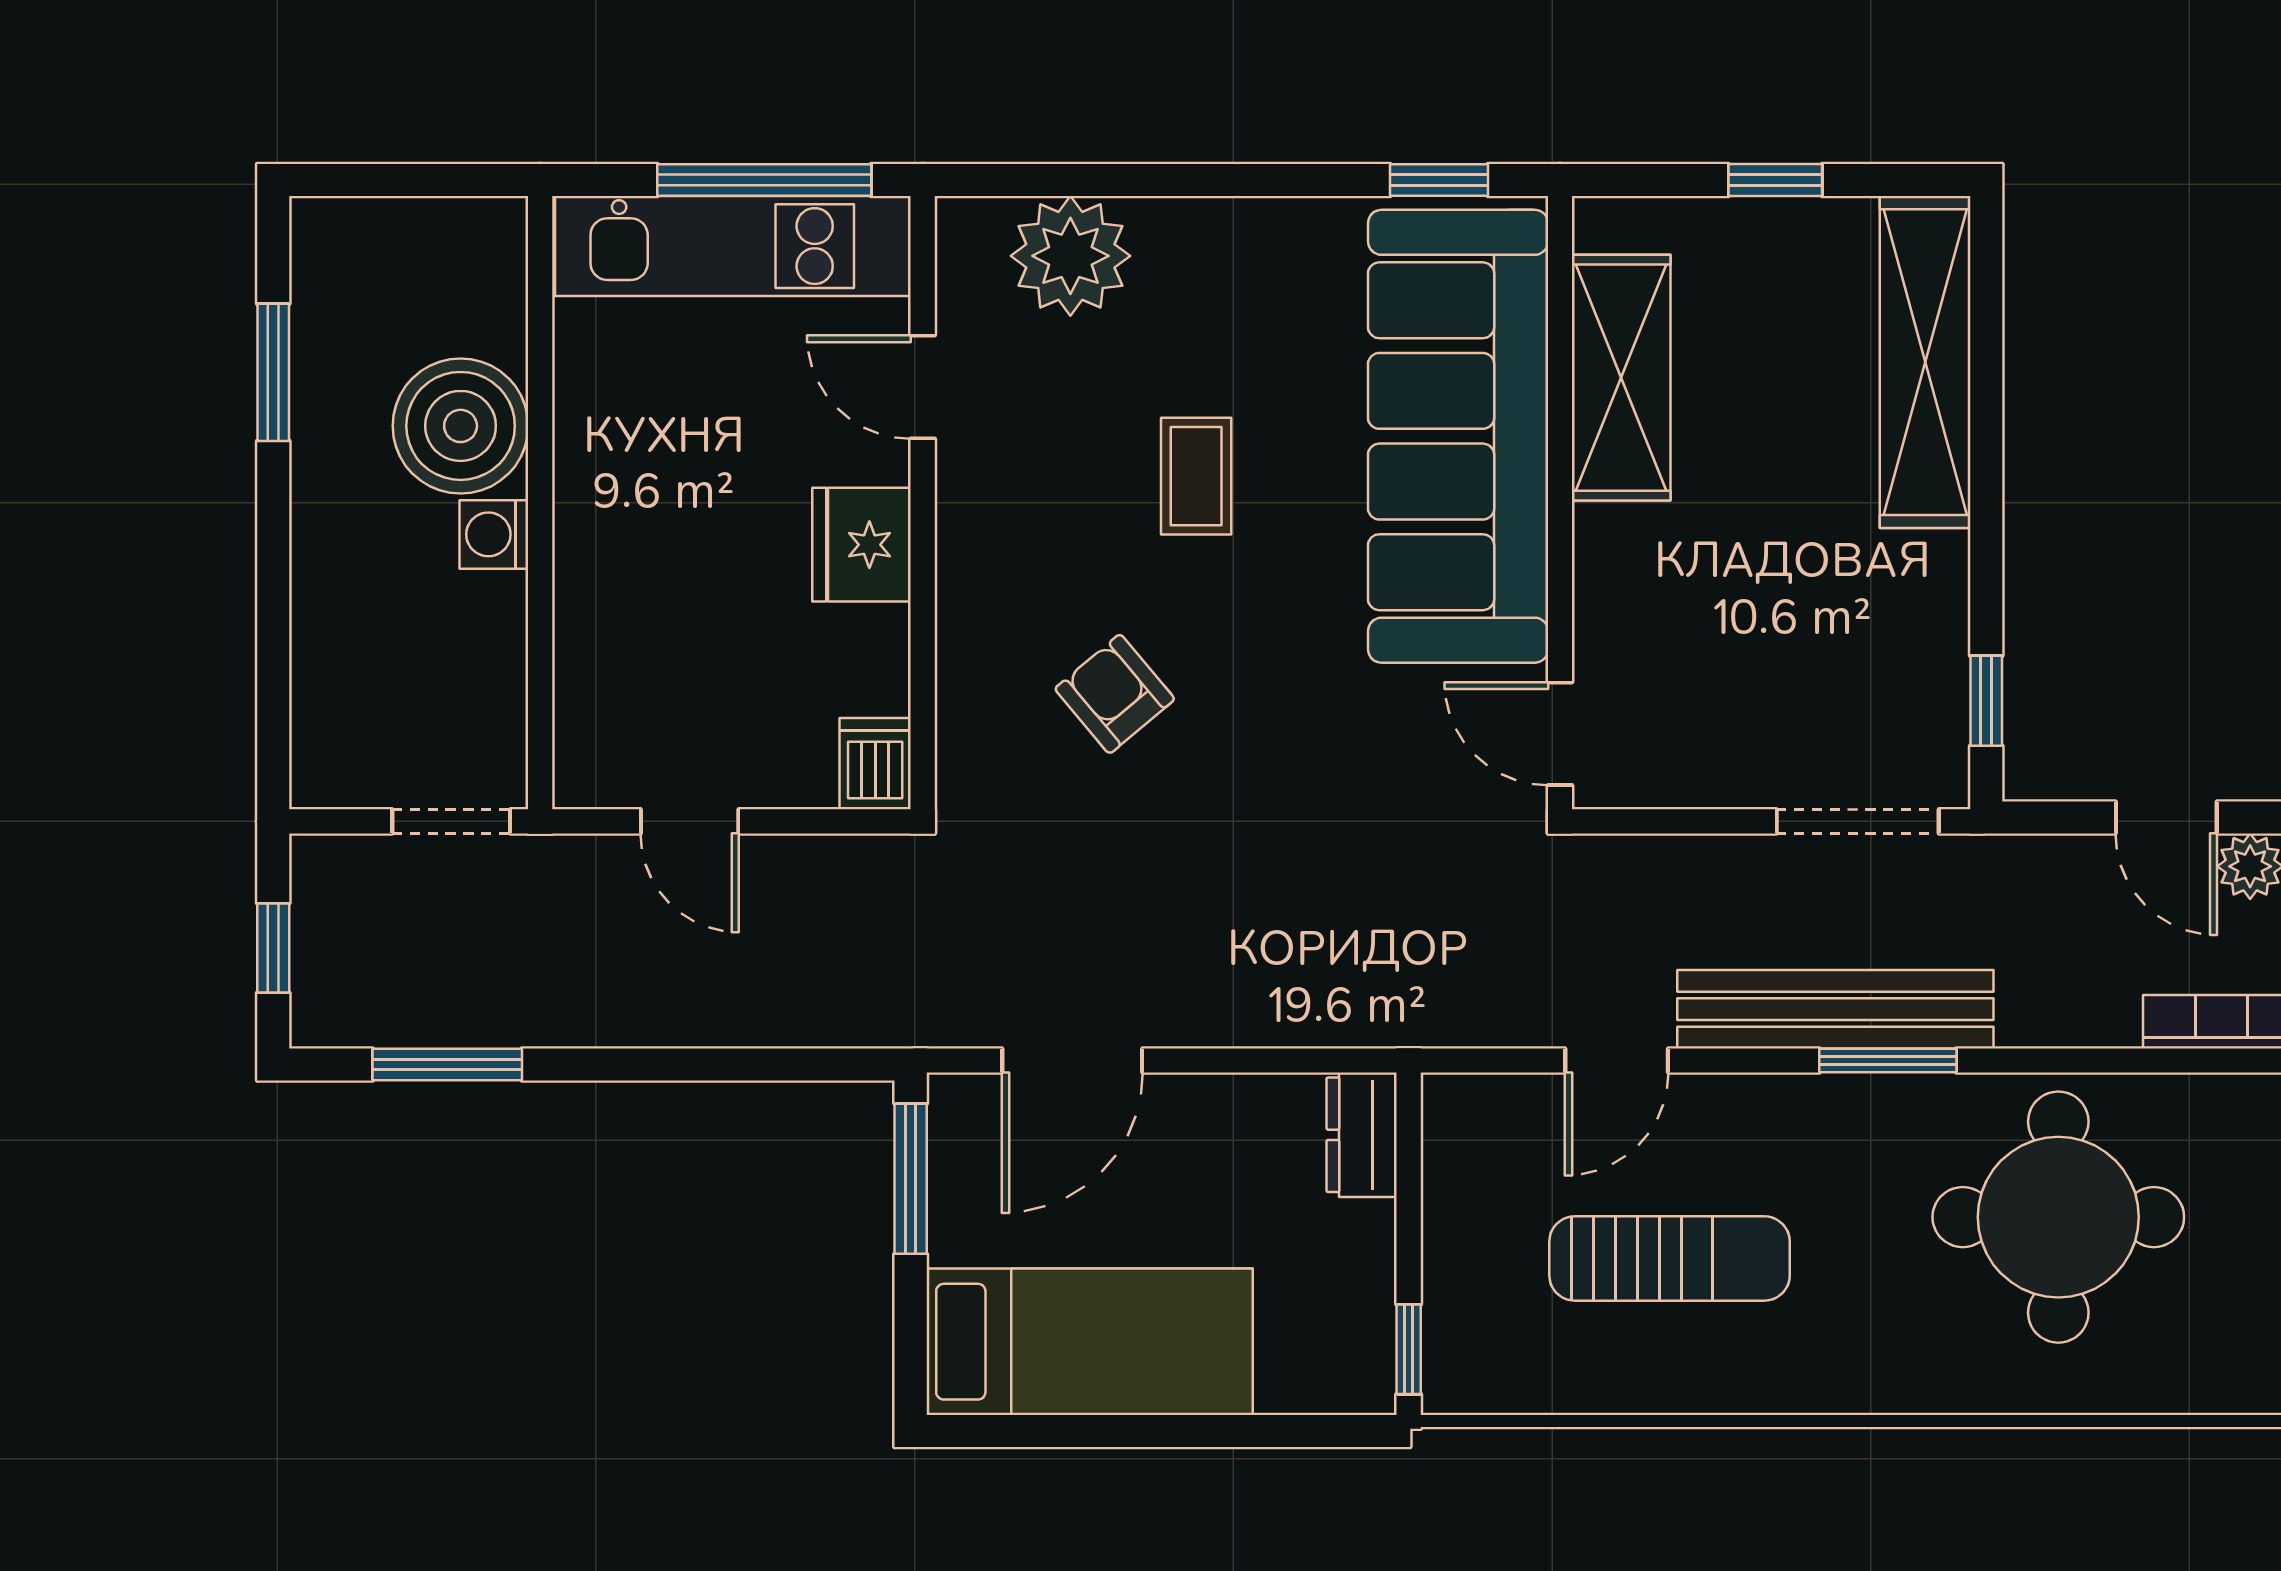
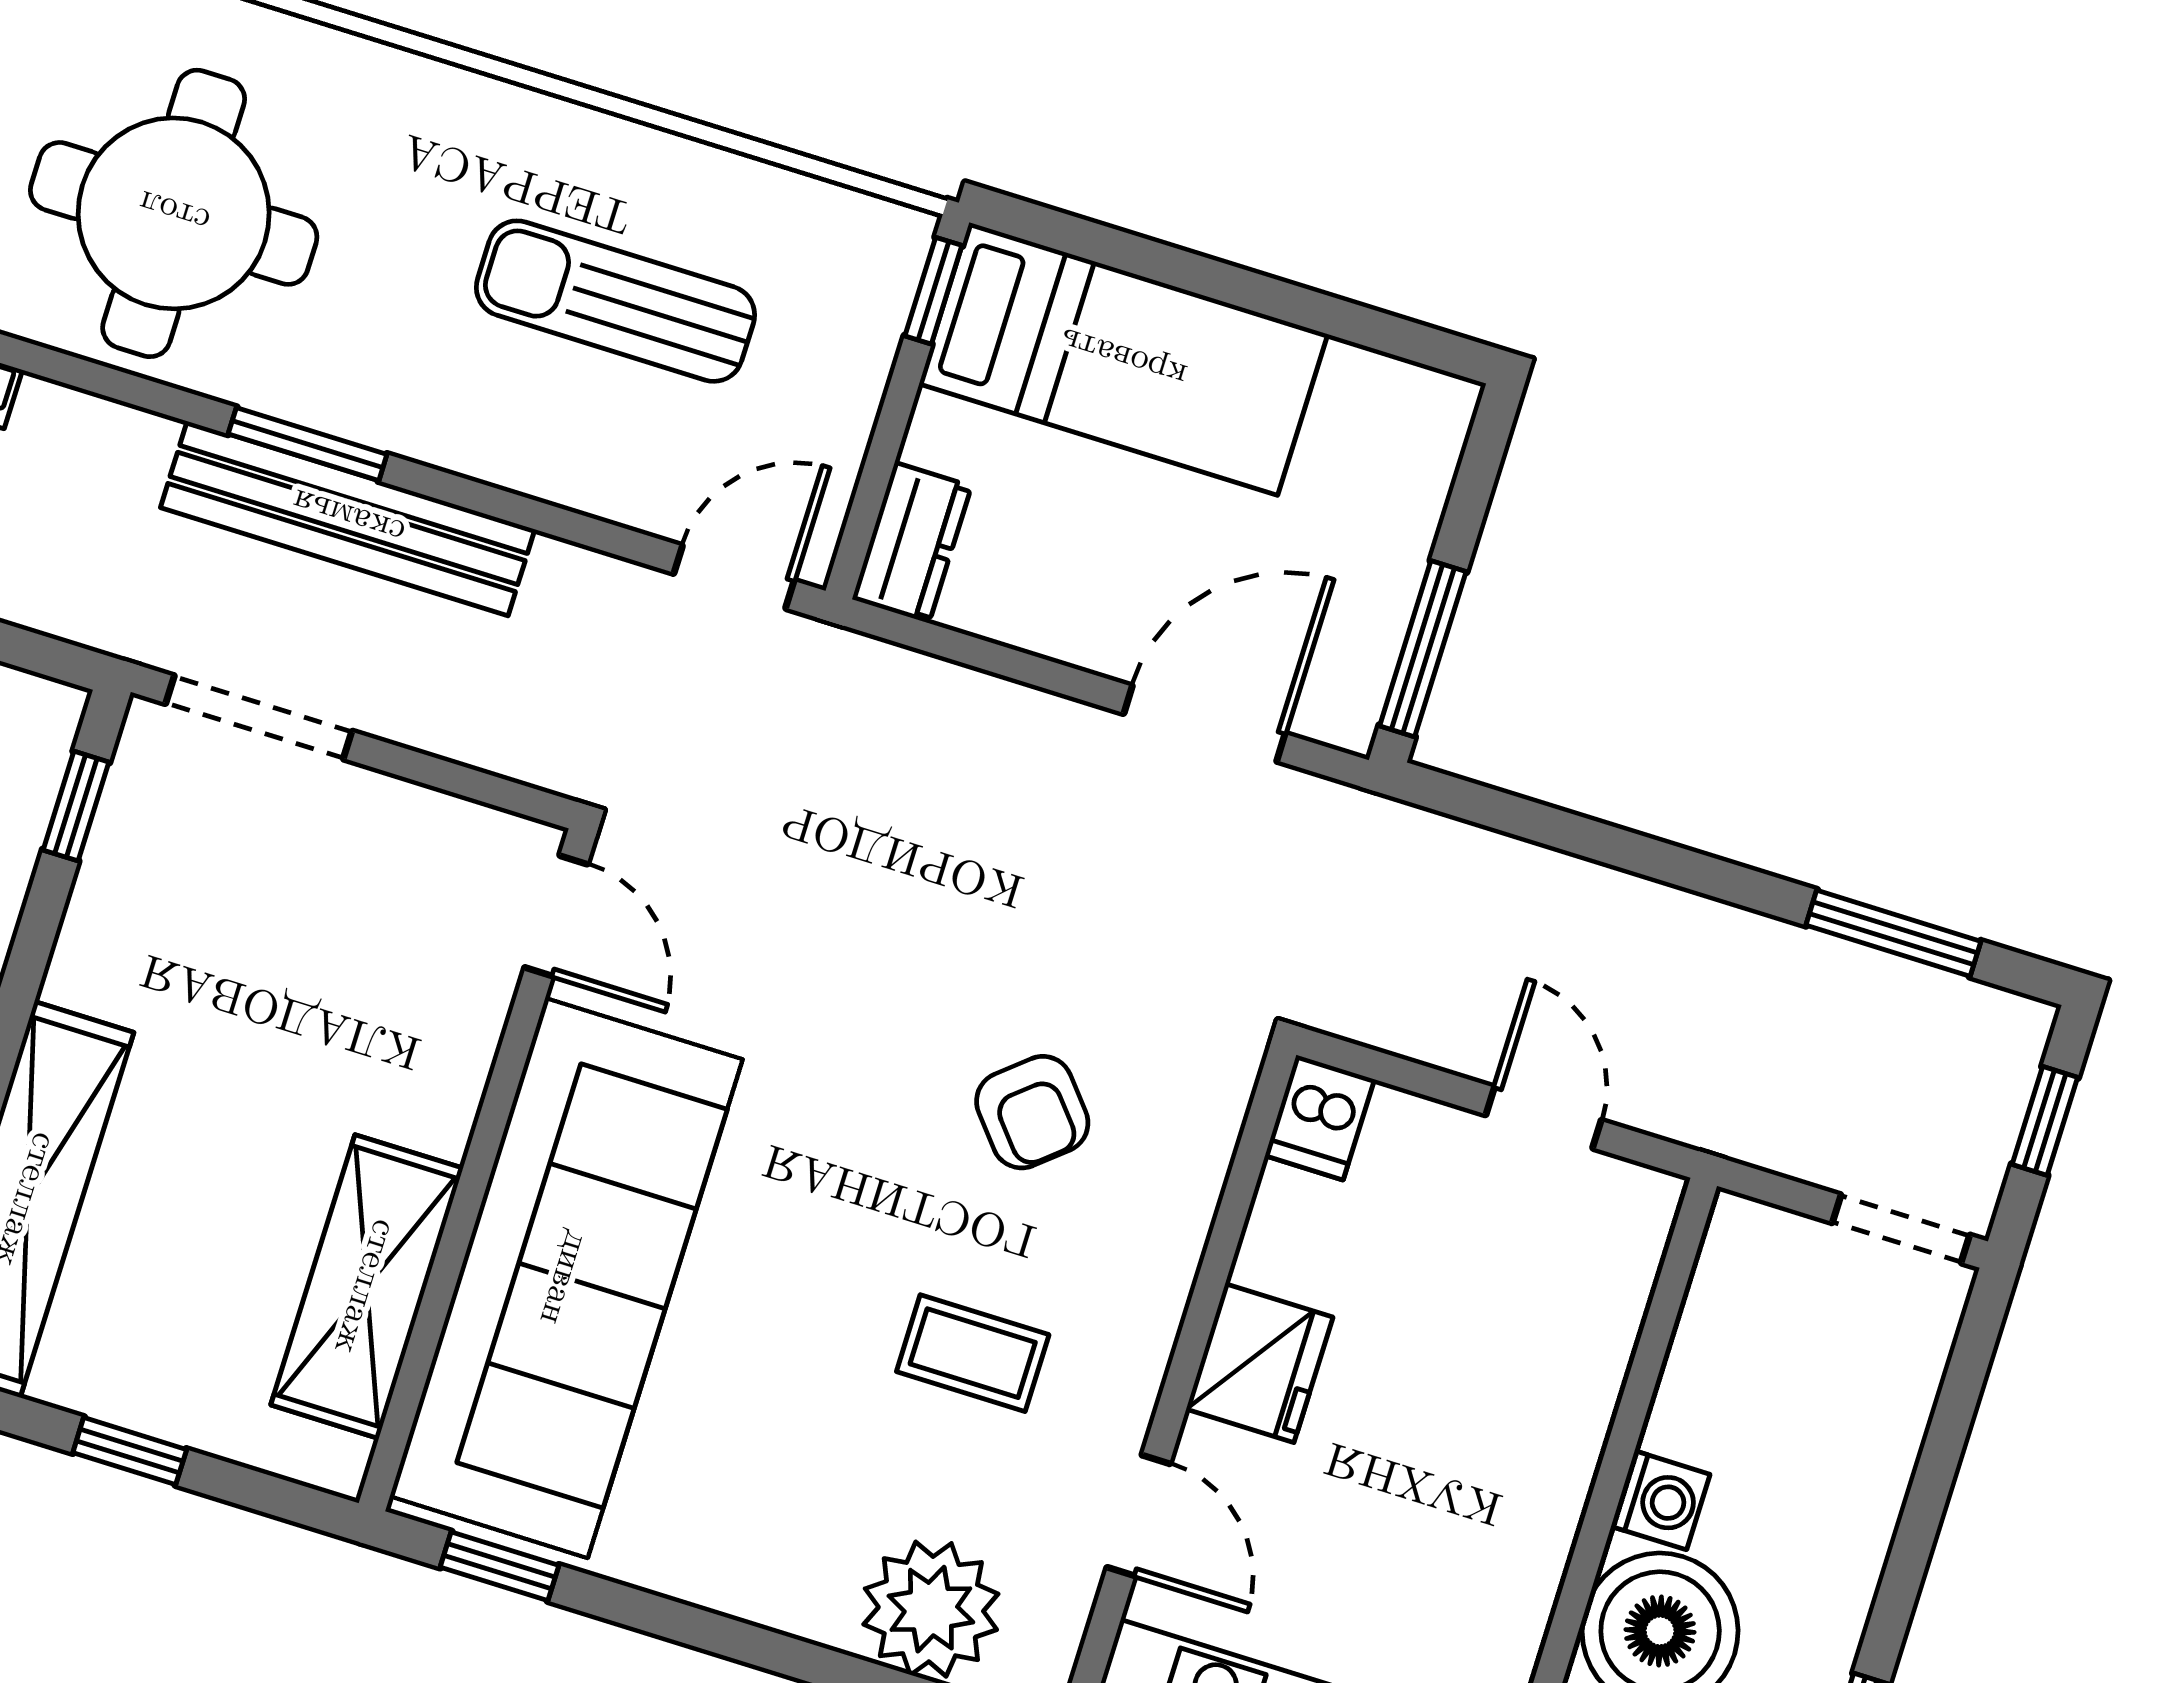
coffee table: (1196, 476) -> (973, 1353), moved, turned 90
doorway: (451, 821) -> (1901, 1229), moved
door: (1617, 1060) -> (734, 577), moved
bed: (1090, 1342) -> (1123, 359), moved, turned 180

